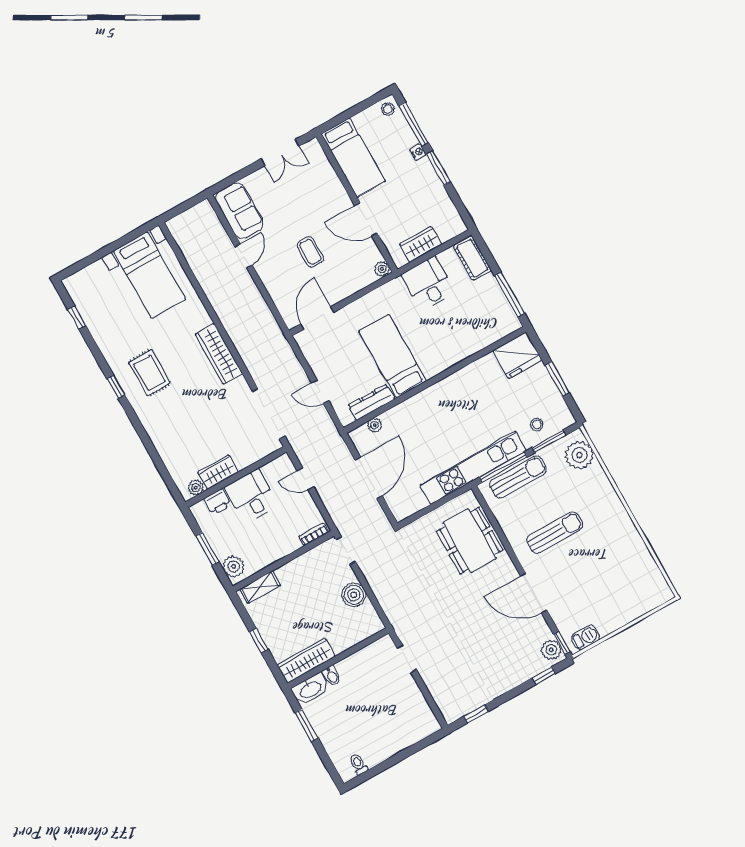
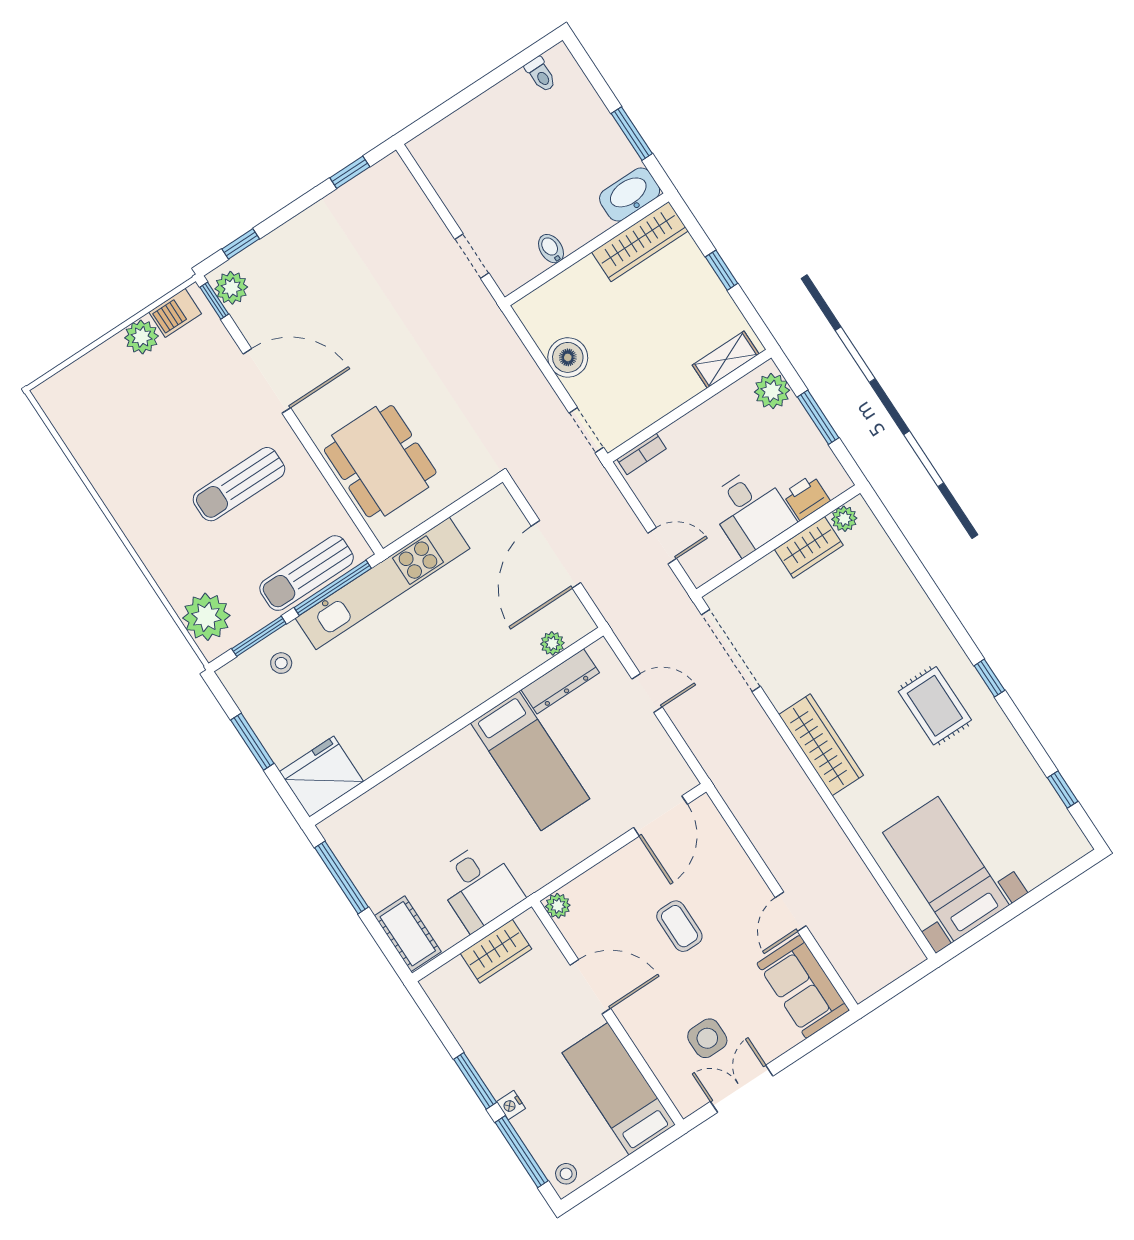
side table: (298, 184) -> (707, 1038), added
plant: (607, 624) -> (142, 337), added
bidet: (332, 676) -> (551, 249), moved

